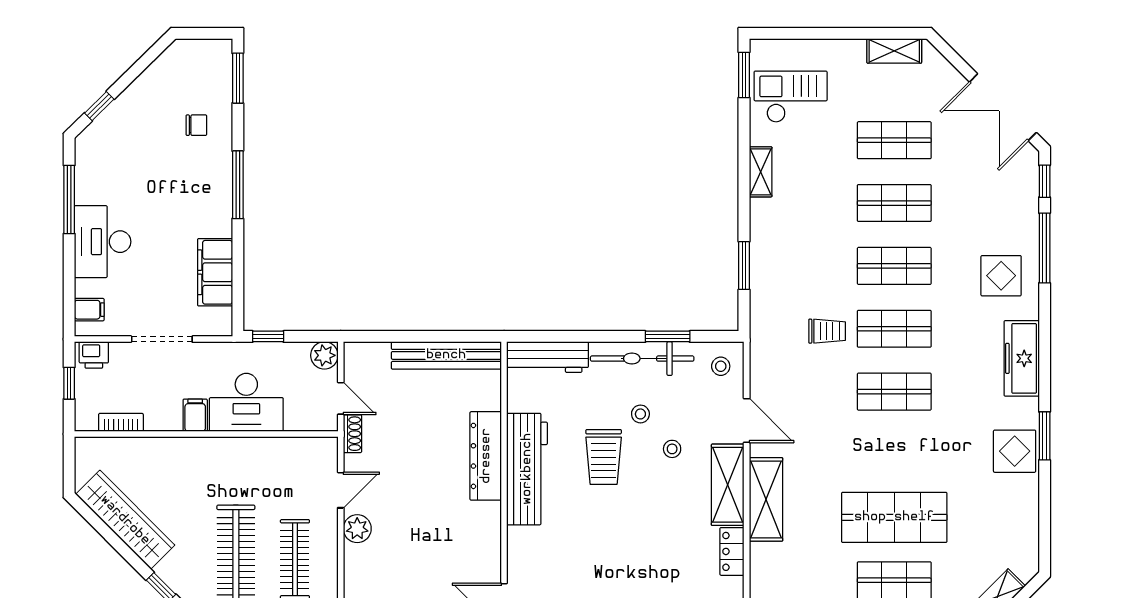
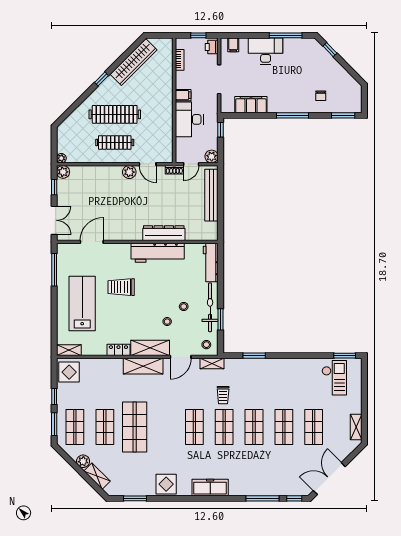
shelving: (761, 172) -> (212, 364), moved
display table: (1001, 276) -> (249, 478), removed
bench: (446, 355) -> (211, 195), moved
window: (1045, 436) -> (135, 498), moved
trolley: (604, 457) -> (121, 287), moved

